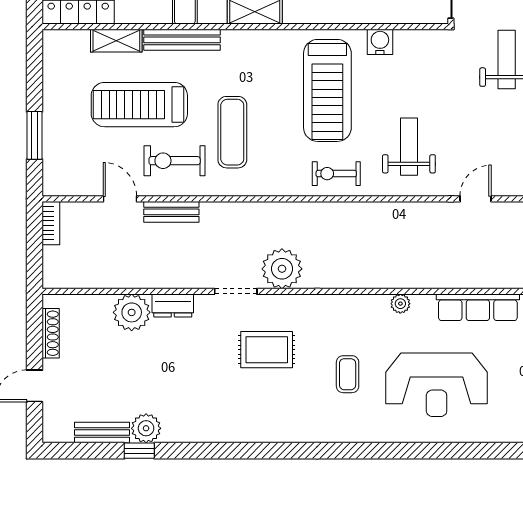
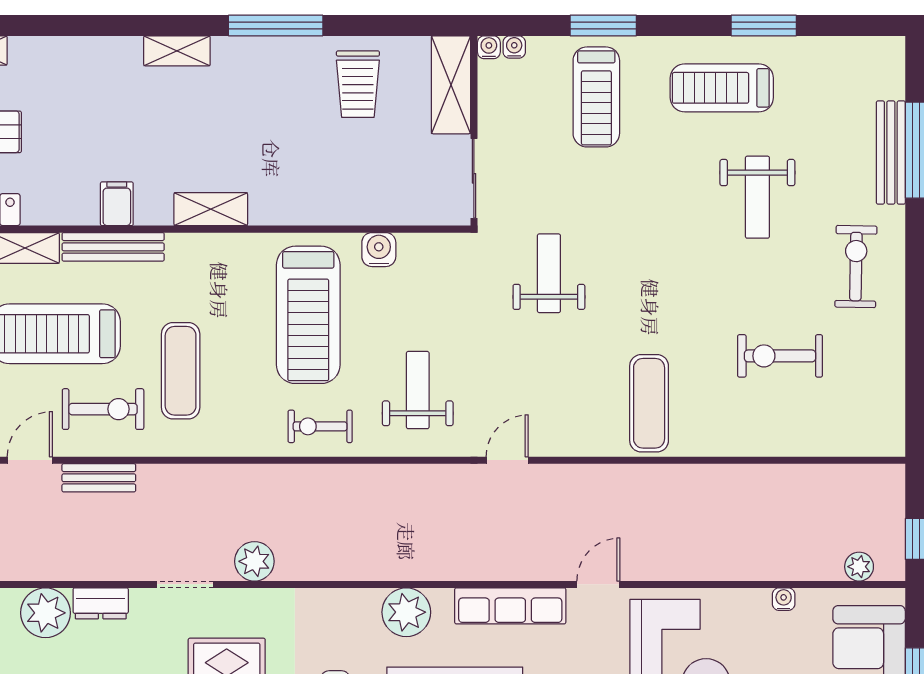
exercise bike: (175, 161) -> (103, 409), turned 180
door: (120, 199) -> (30, 460), hinge flipped
plant: (282, 269) -> (254, 561), width x0.73, depth x0.73
plant: (400, 304) -> (406, 612), width x1.87, depth x1.87

